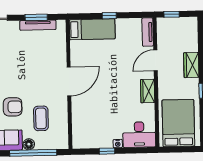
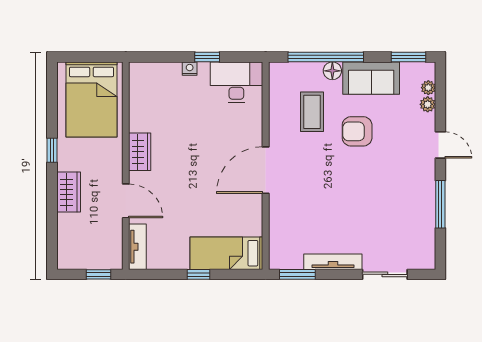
window: (36, 17) -> (297, 274), moved
tv unit: (38, 25) -> (333, 262), moved
door: (156, 60) -> (126, 201), hinge flipped
desk: (139, 135) -> (236, 82), moved

